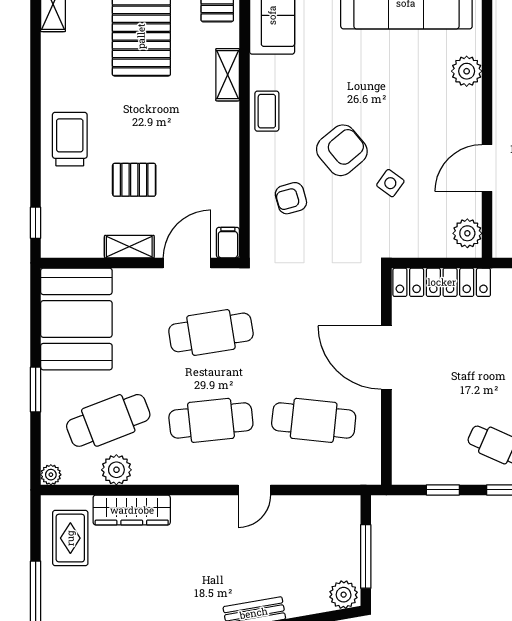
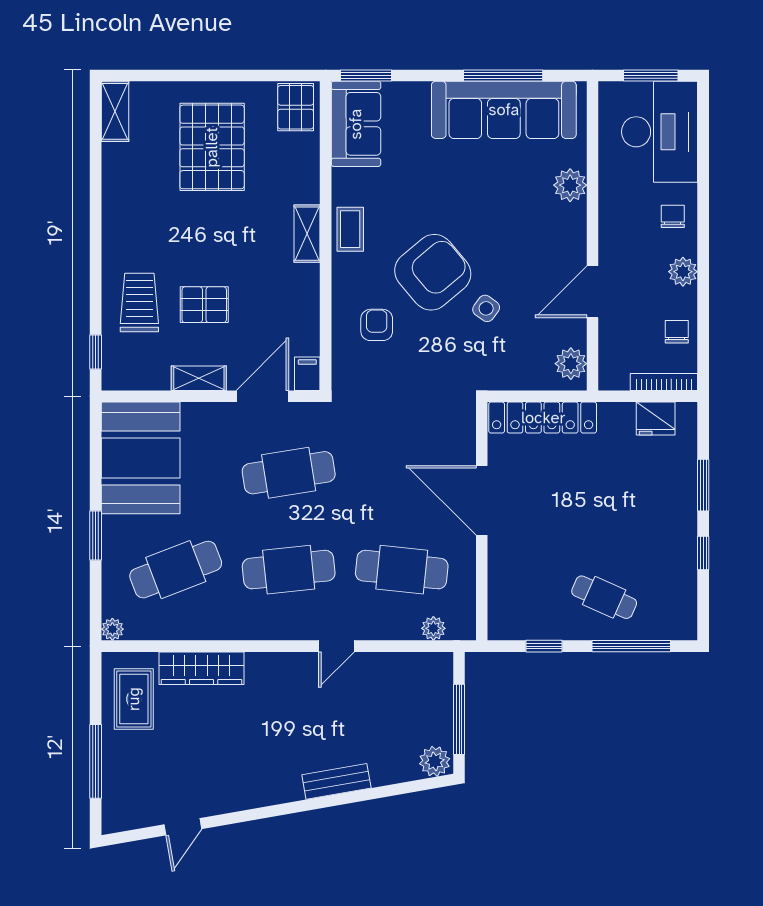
shelving: (228, 75) -> (307, 234), moved
trolley: (70, 139) -> (139, 302), moved
armchair: (342, 150) -> (433, 272), width x1.36, depth x1.36
armchair: (291, 198) -> (377, 325), turned 106
plant: (116, 470) -> (433, 628), moved, width x0.73, depth x0.73

